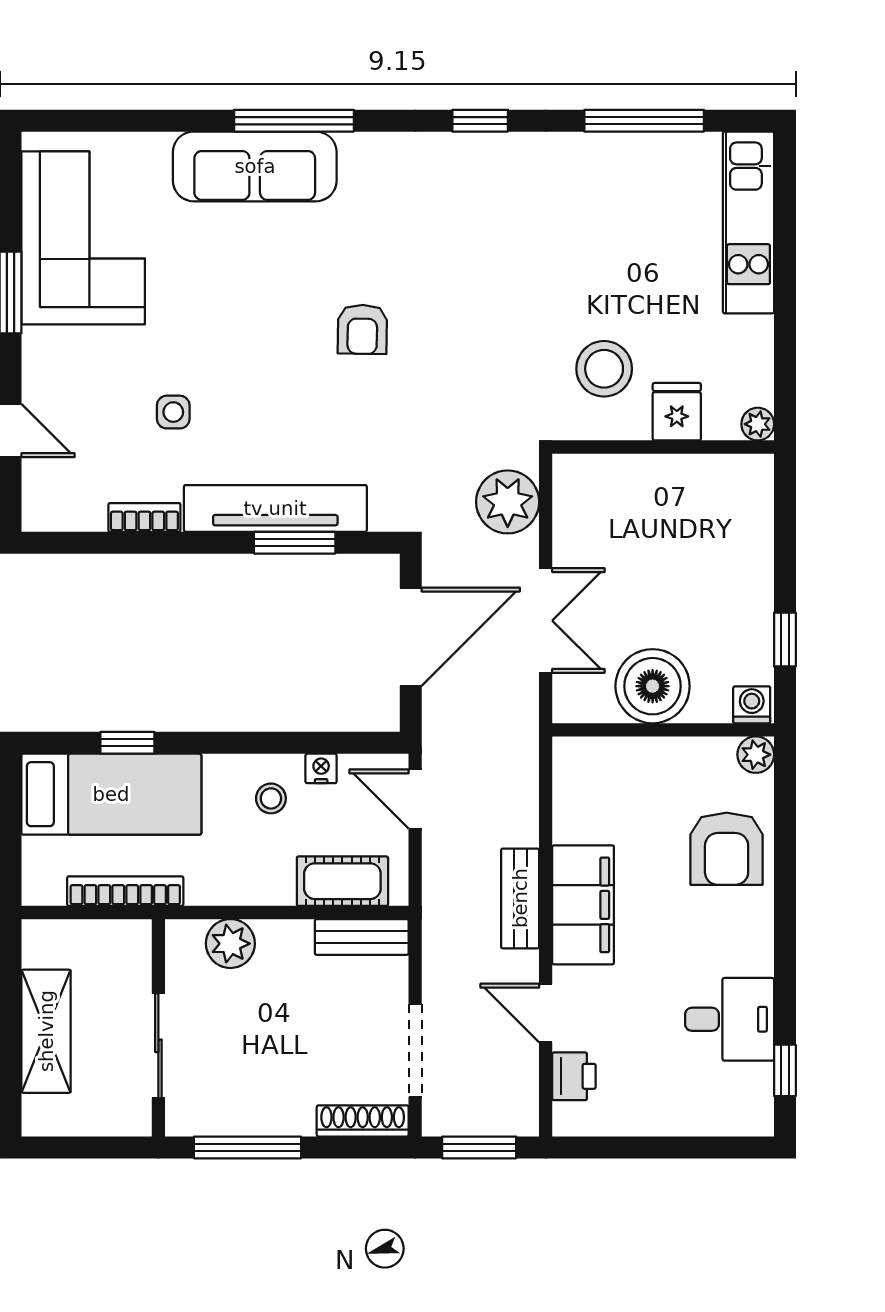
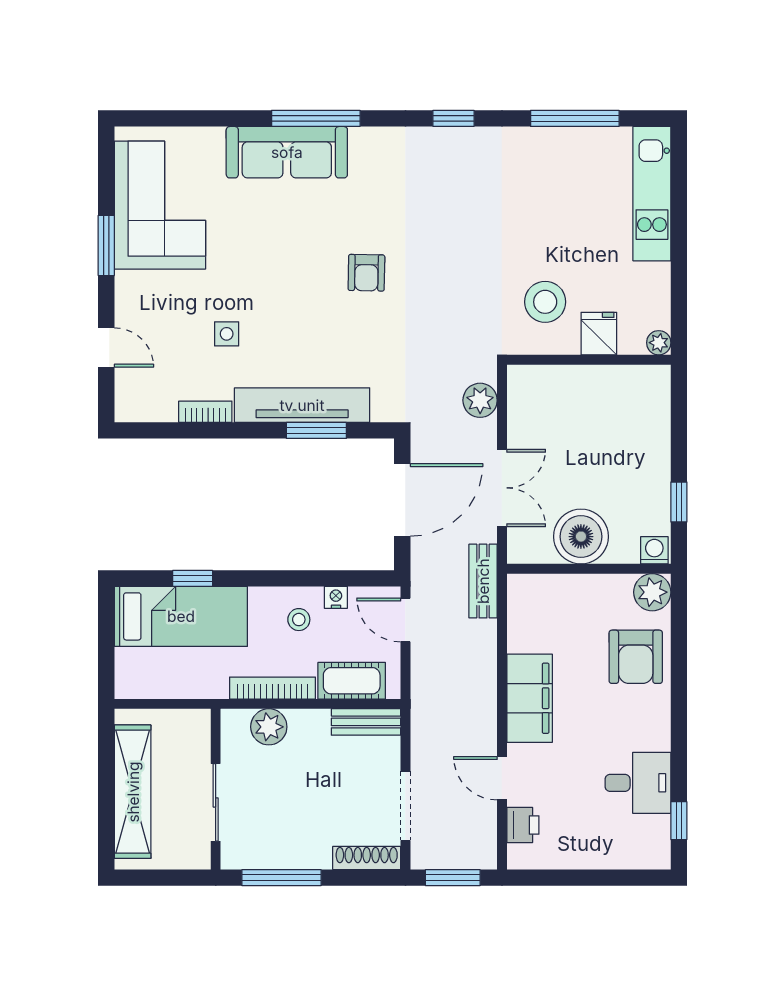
plant: (508, 502) -> (480, 400), width x0.73, depth x0.73
plant: (756, 755) -> (652, 592), width x1.38, depth x1.38
bookcase: (125, 891) -> (272, 688), moved
bench: (520, 898) -> (483, 581), moved
shelving: (46, 1031) -> (133, 792), width x1.47

